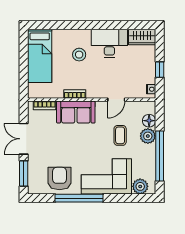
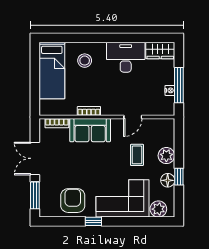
stool: (79, 55) -> (85, 61), moved
window: (160, 70) -> (179, 85), width x2.17
nightstand: (151, 89) -> (170, 90), moved
floor lamp: (149, 121) -> (168, 180), moved
window: (160, 156) -> (179, 177), width x0.32
window: (79, 198) -> (93, 221), width x0.32

